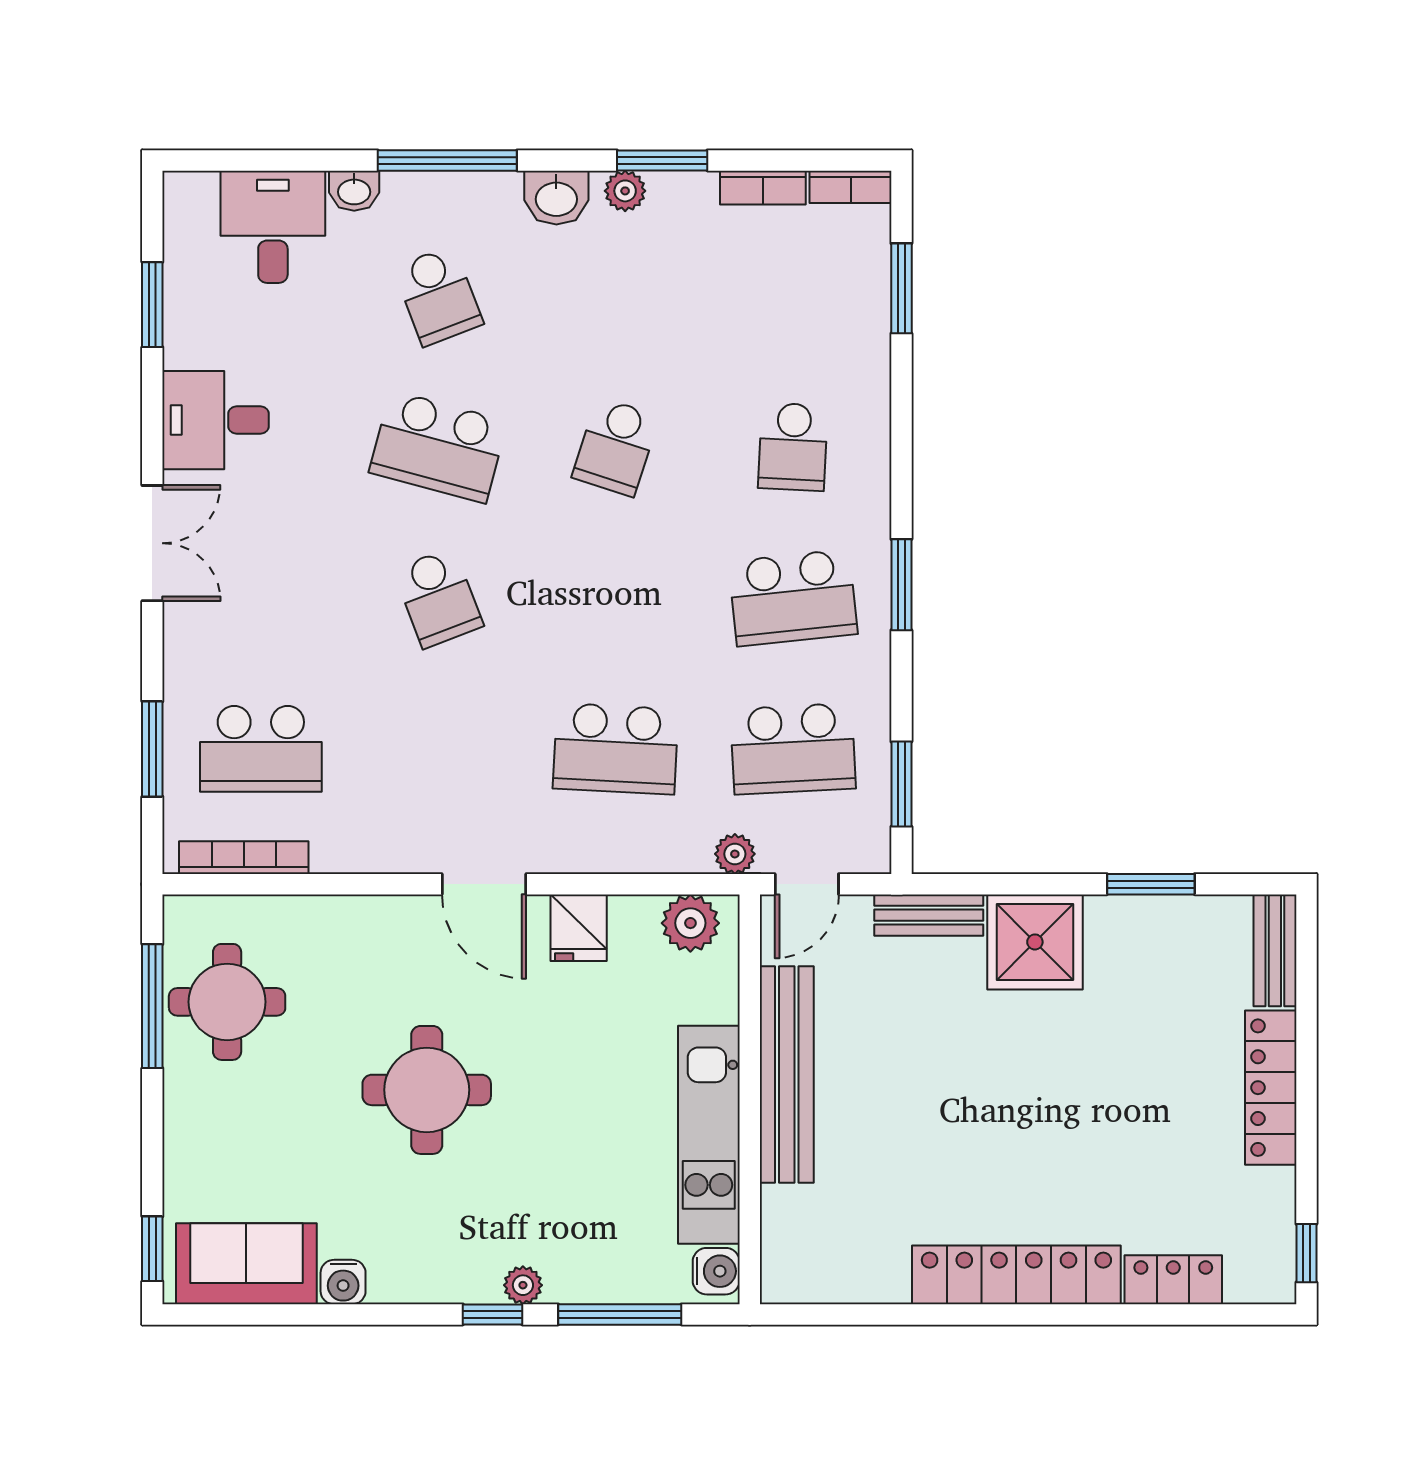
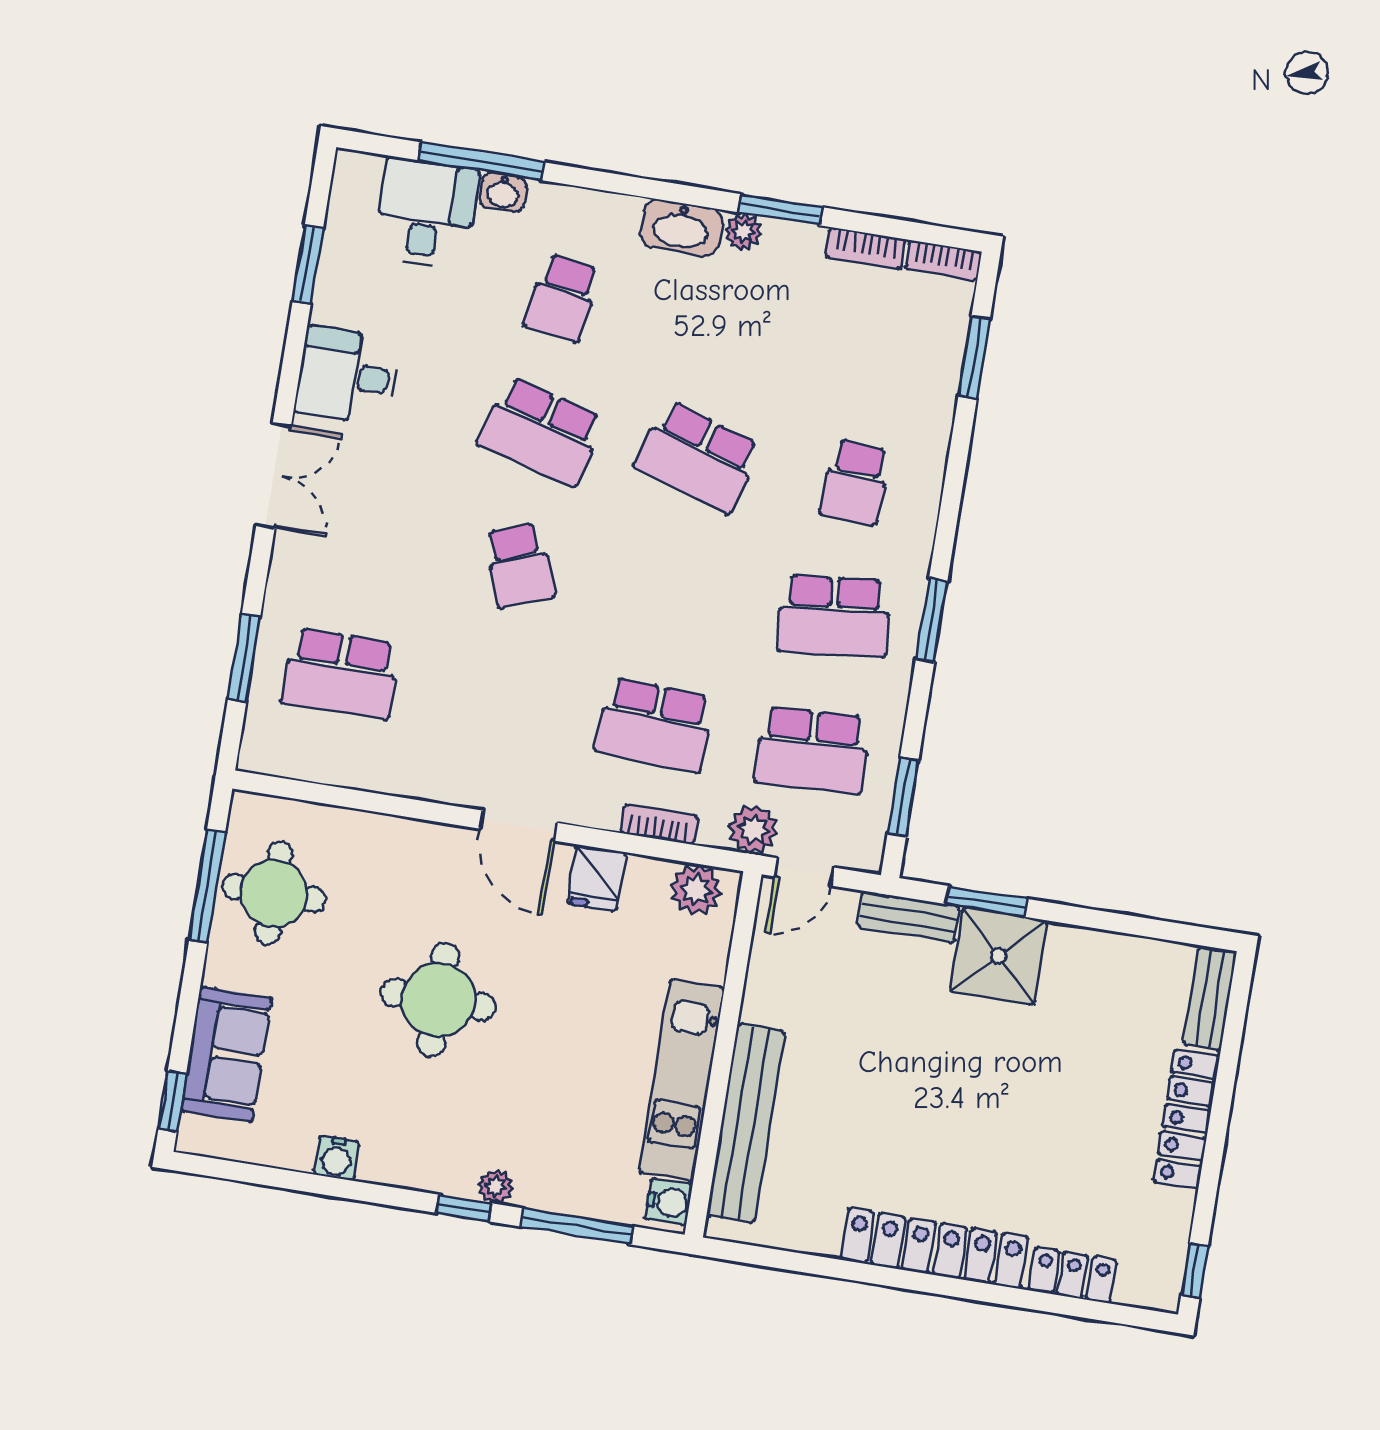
window: (447, 160) -> (481, 161), moved
washbasin: (556, 198) -> (681, 228), width x1.38
school desk: (438, 296) -> (562, 298), turned 30
school desk: (616, 447) -> (698, 457), width x1.85
plant: (735, 854) -> (753, 829), width x1.38, depth x1.38
bookcase: (244, 858) -> (659, 824), moved, width x0.64
window: (1151, 884) -> (987, 901), moved
bench: (787, 1074) -> (746, 1123), moved
sofa: (246, 1264) -> (226, 1054), moved, turned 90

